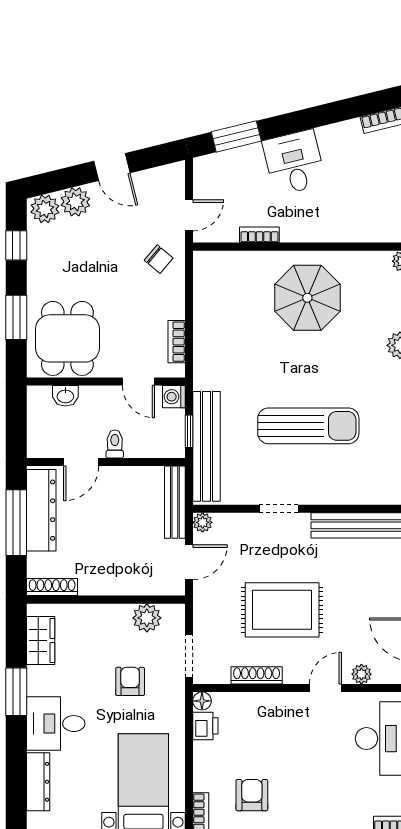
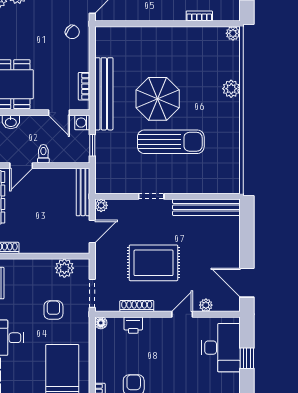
bookcase: (259, 235) -> (199, 16), moved
parasol: (307, 298) -> (158, 99), moved
bench: (207, 446) -> (104, 94), moved
printer: (205, 726) -> (133, 325), moved, turned 90

